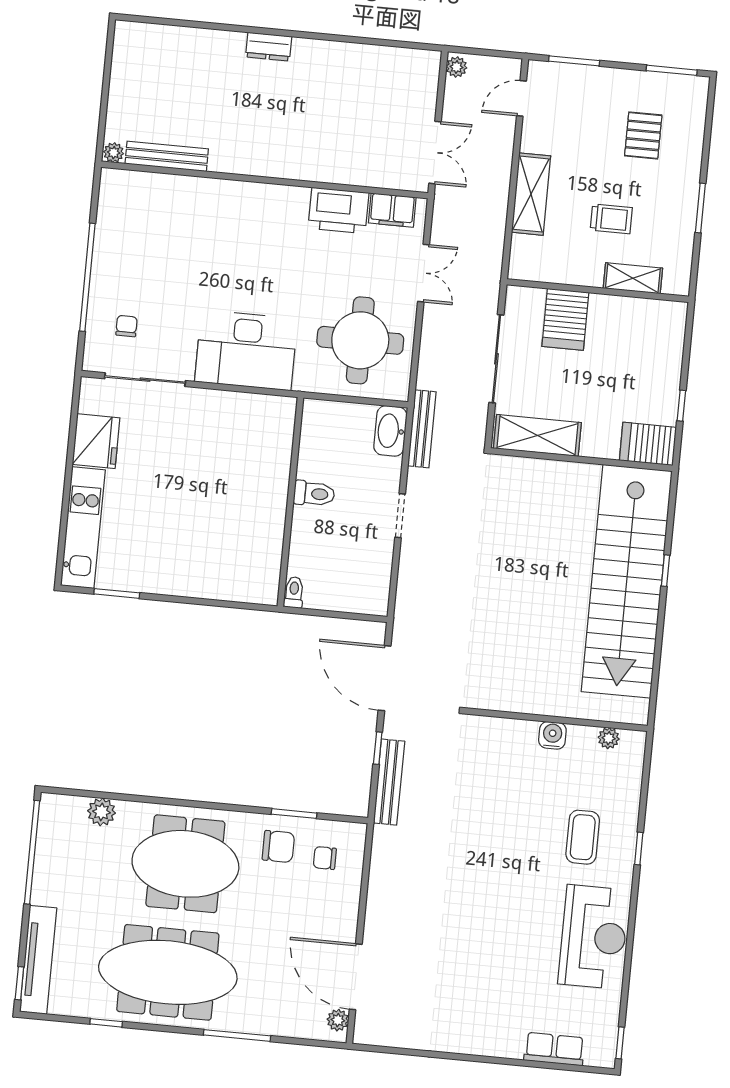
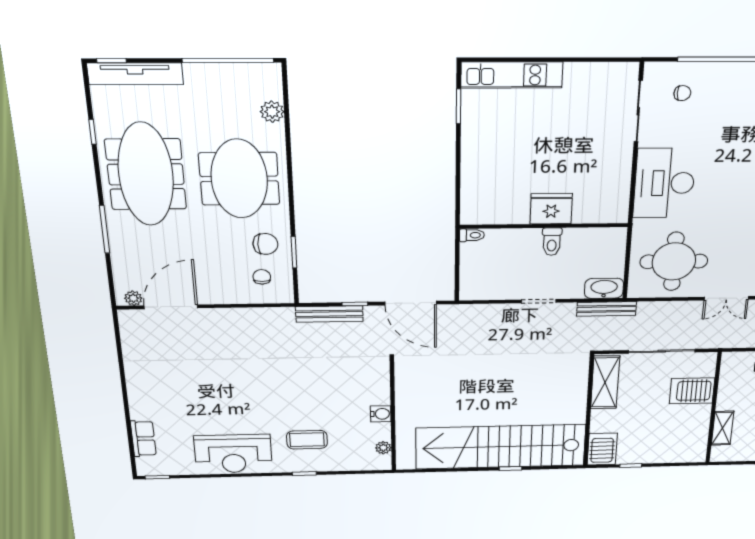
fridge: (96, 441) -> (551, 209), moved, turned 180
door: (384, 678) -> (411, 303), swing flipped
chair: (278, 846) -> (265, 244), turned -90

